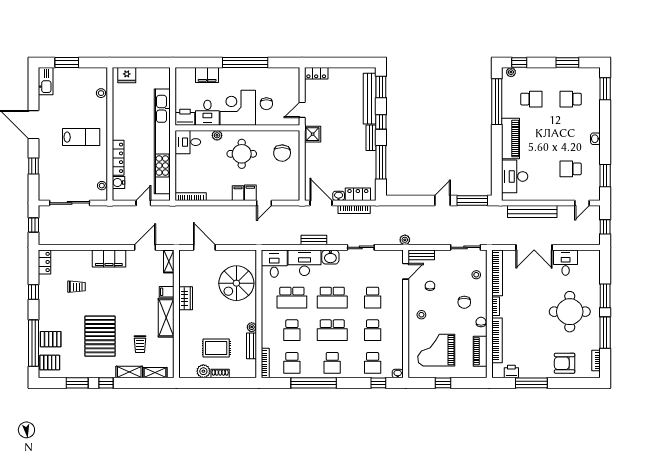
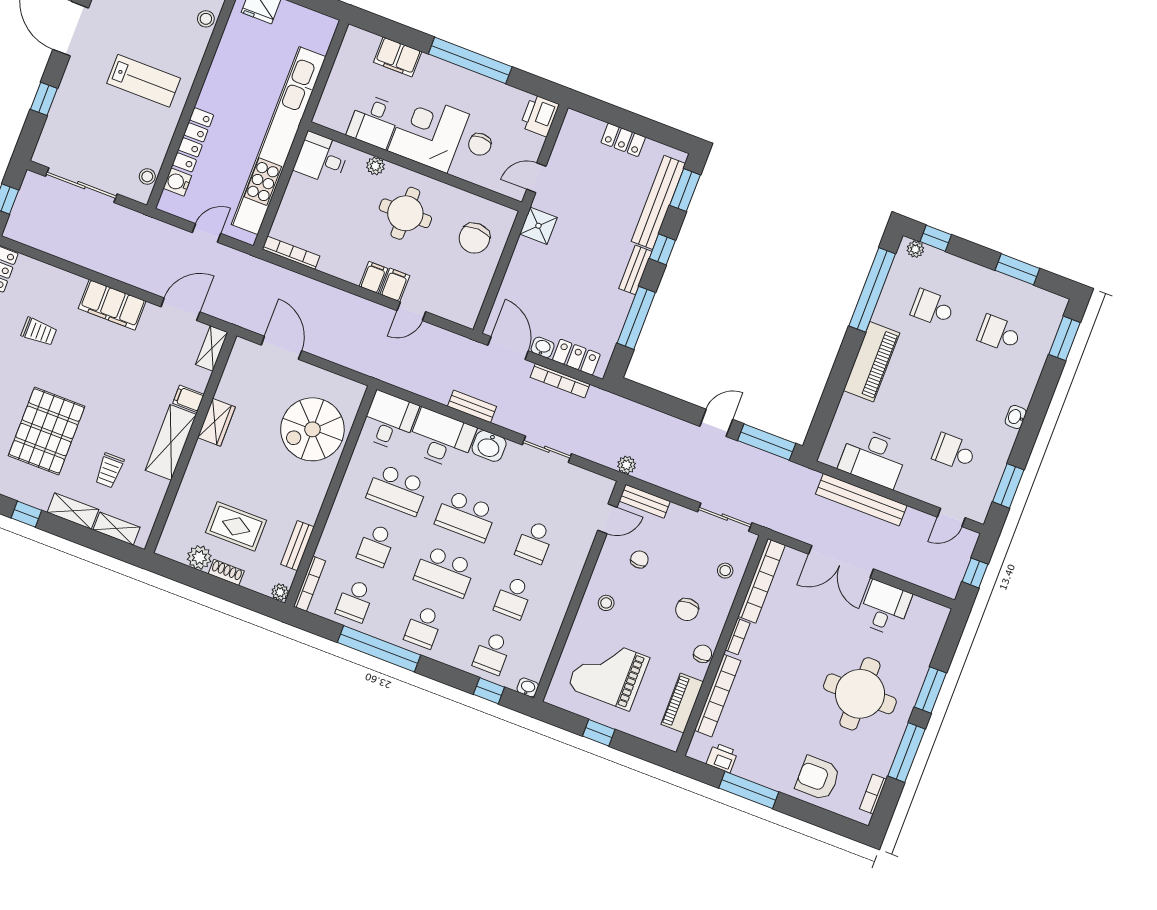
locker: (316, 73) -> (623, 140), moved
school desk: (531, 99) -> (932, 308), turned 180
printer: (185, 117) -> (540, 115), moved, turned -90
desk: (515, 176) -> (873, 458), moved, turned -90
plant: (252, 327) -> (280, 592), moved

